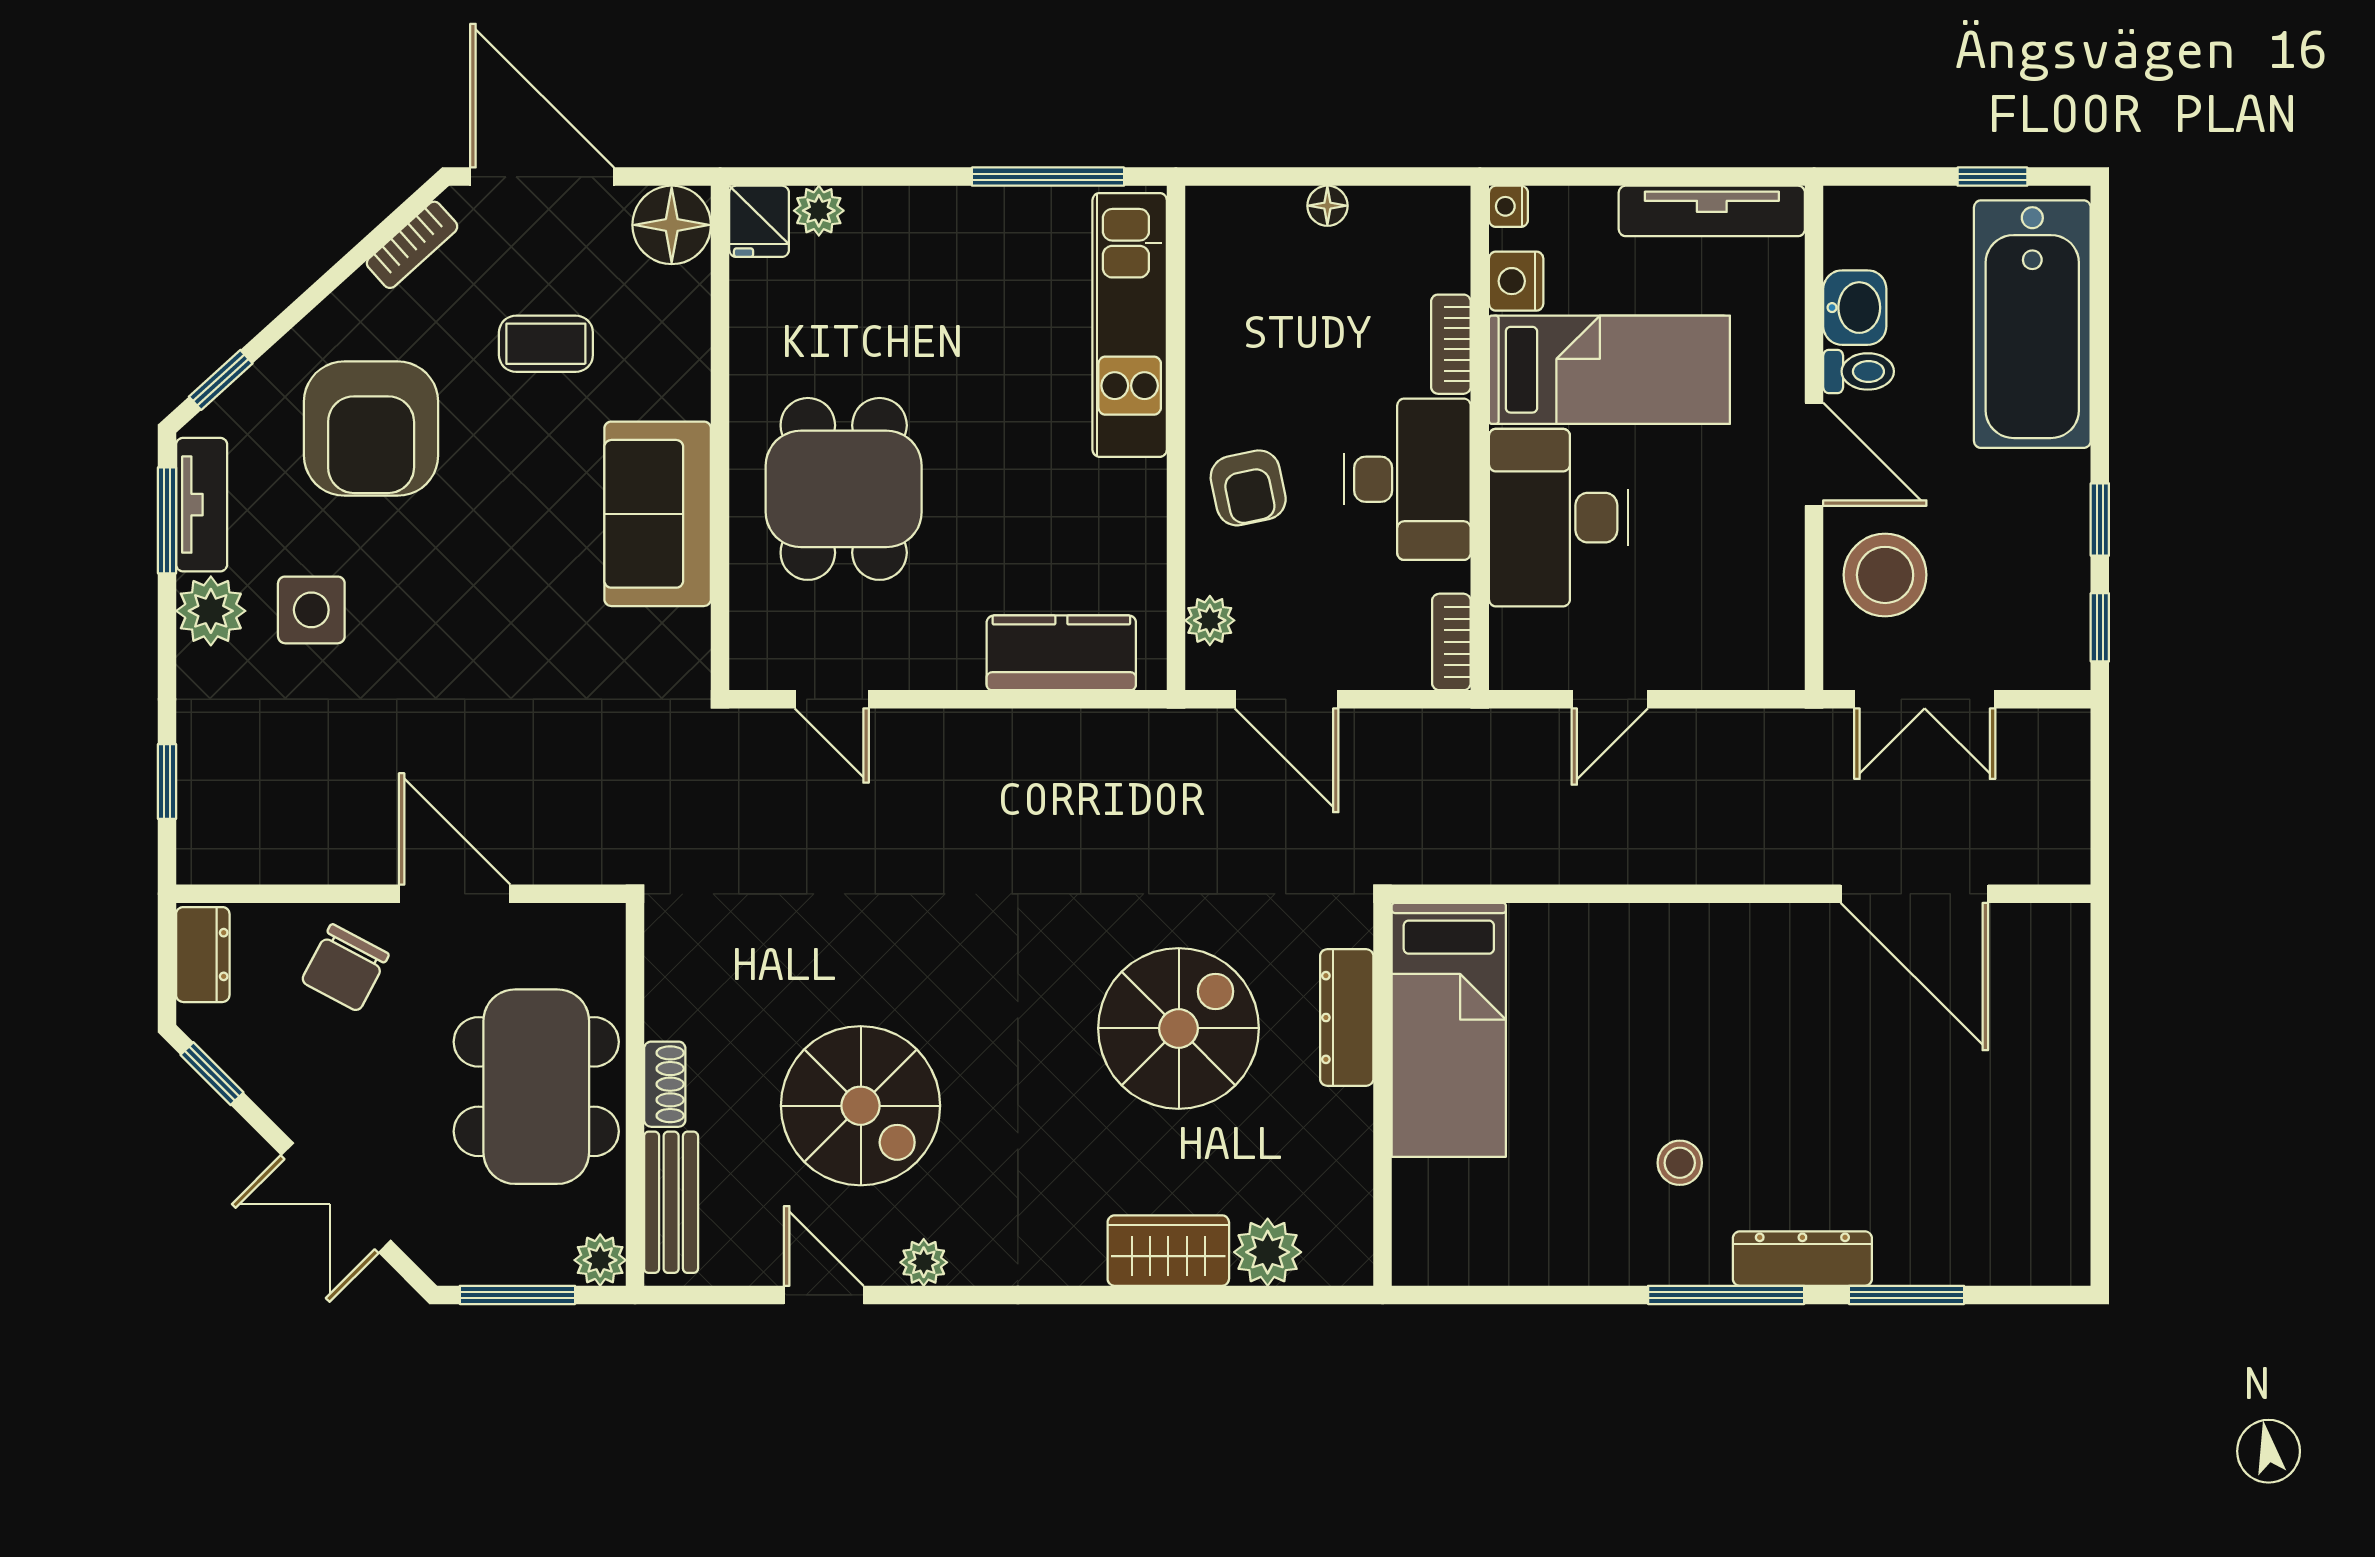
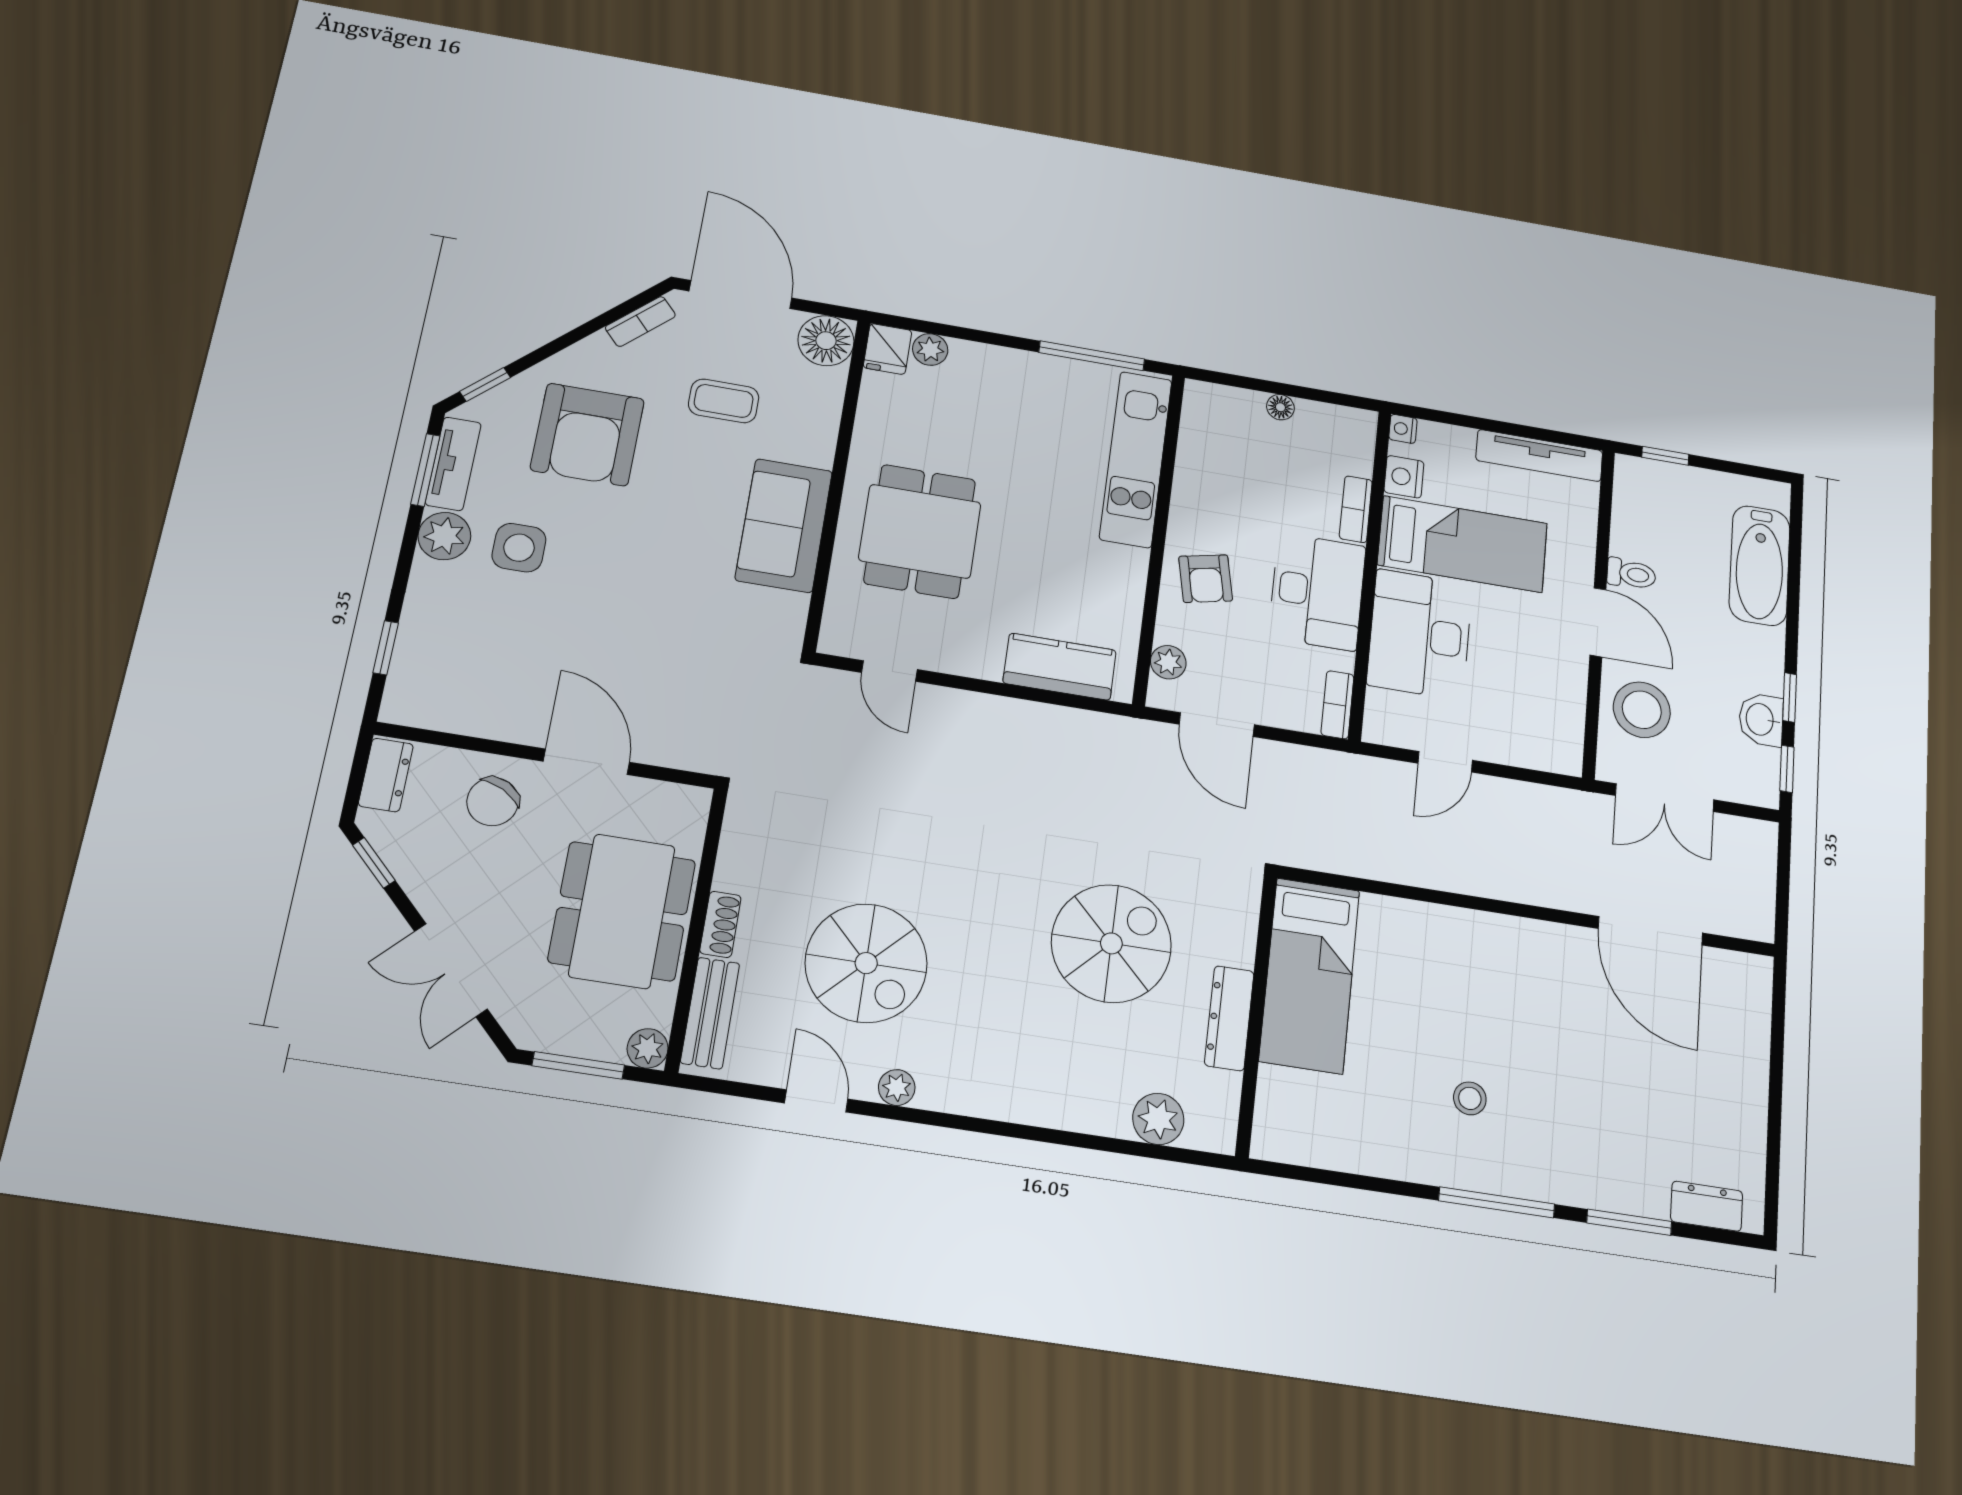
window: (1992, 177) -> (1665, 456), moved
washbasin: (1855, 308) -> (1761, 720), moved, turned 180
bathtub: (2032, 324) -> (1760, 565), width x0.73, depth x0.73
dresser: (1347, 1018) -> (1229, 1018), moved
wardrobe: (1168, 1251) -> (1084, 1107), removed
dresser: (1802, 1259) -> (1707, 1206), moved, width x0.70

